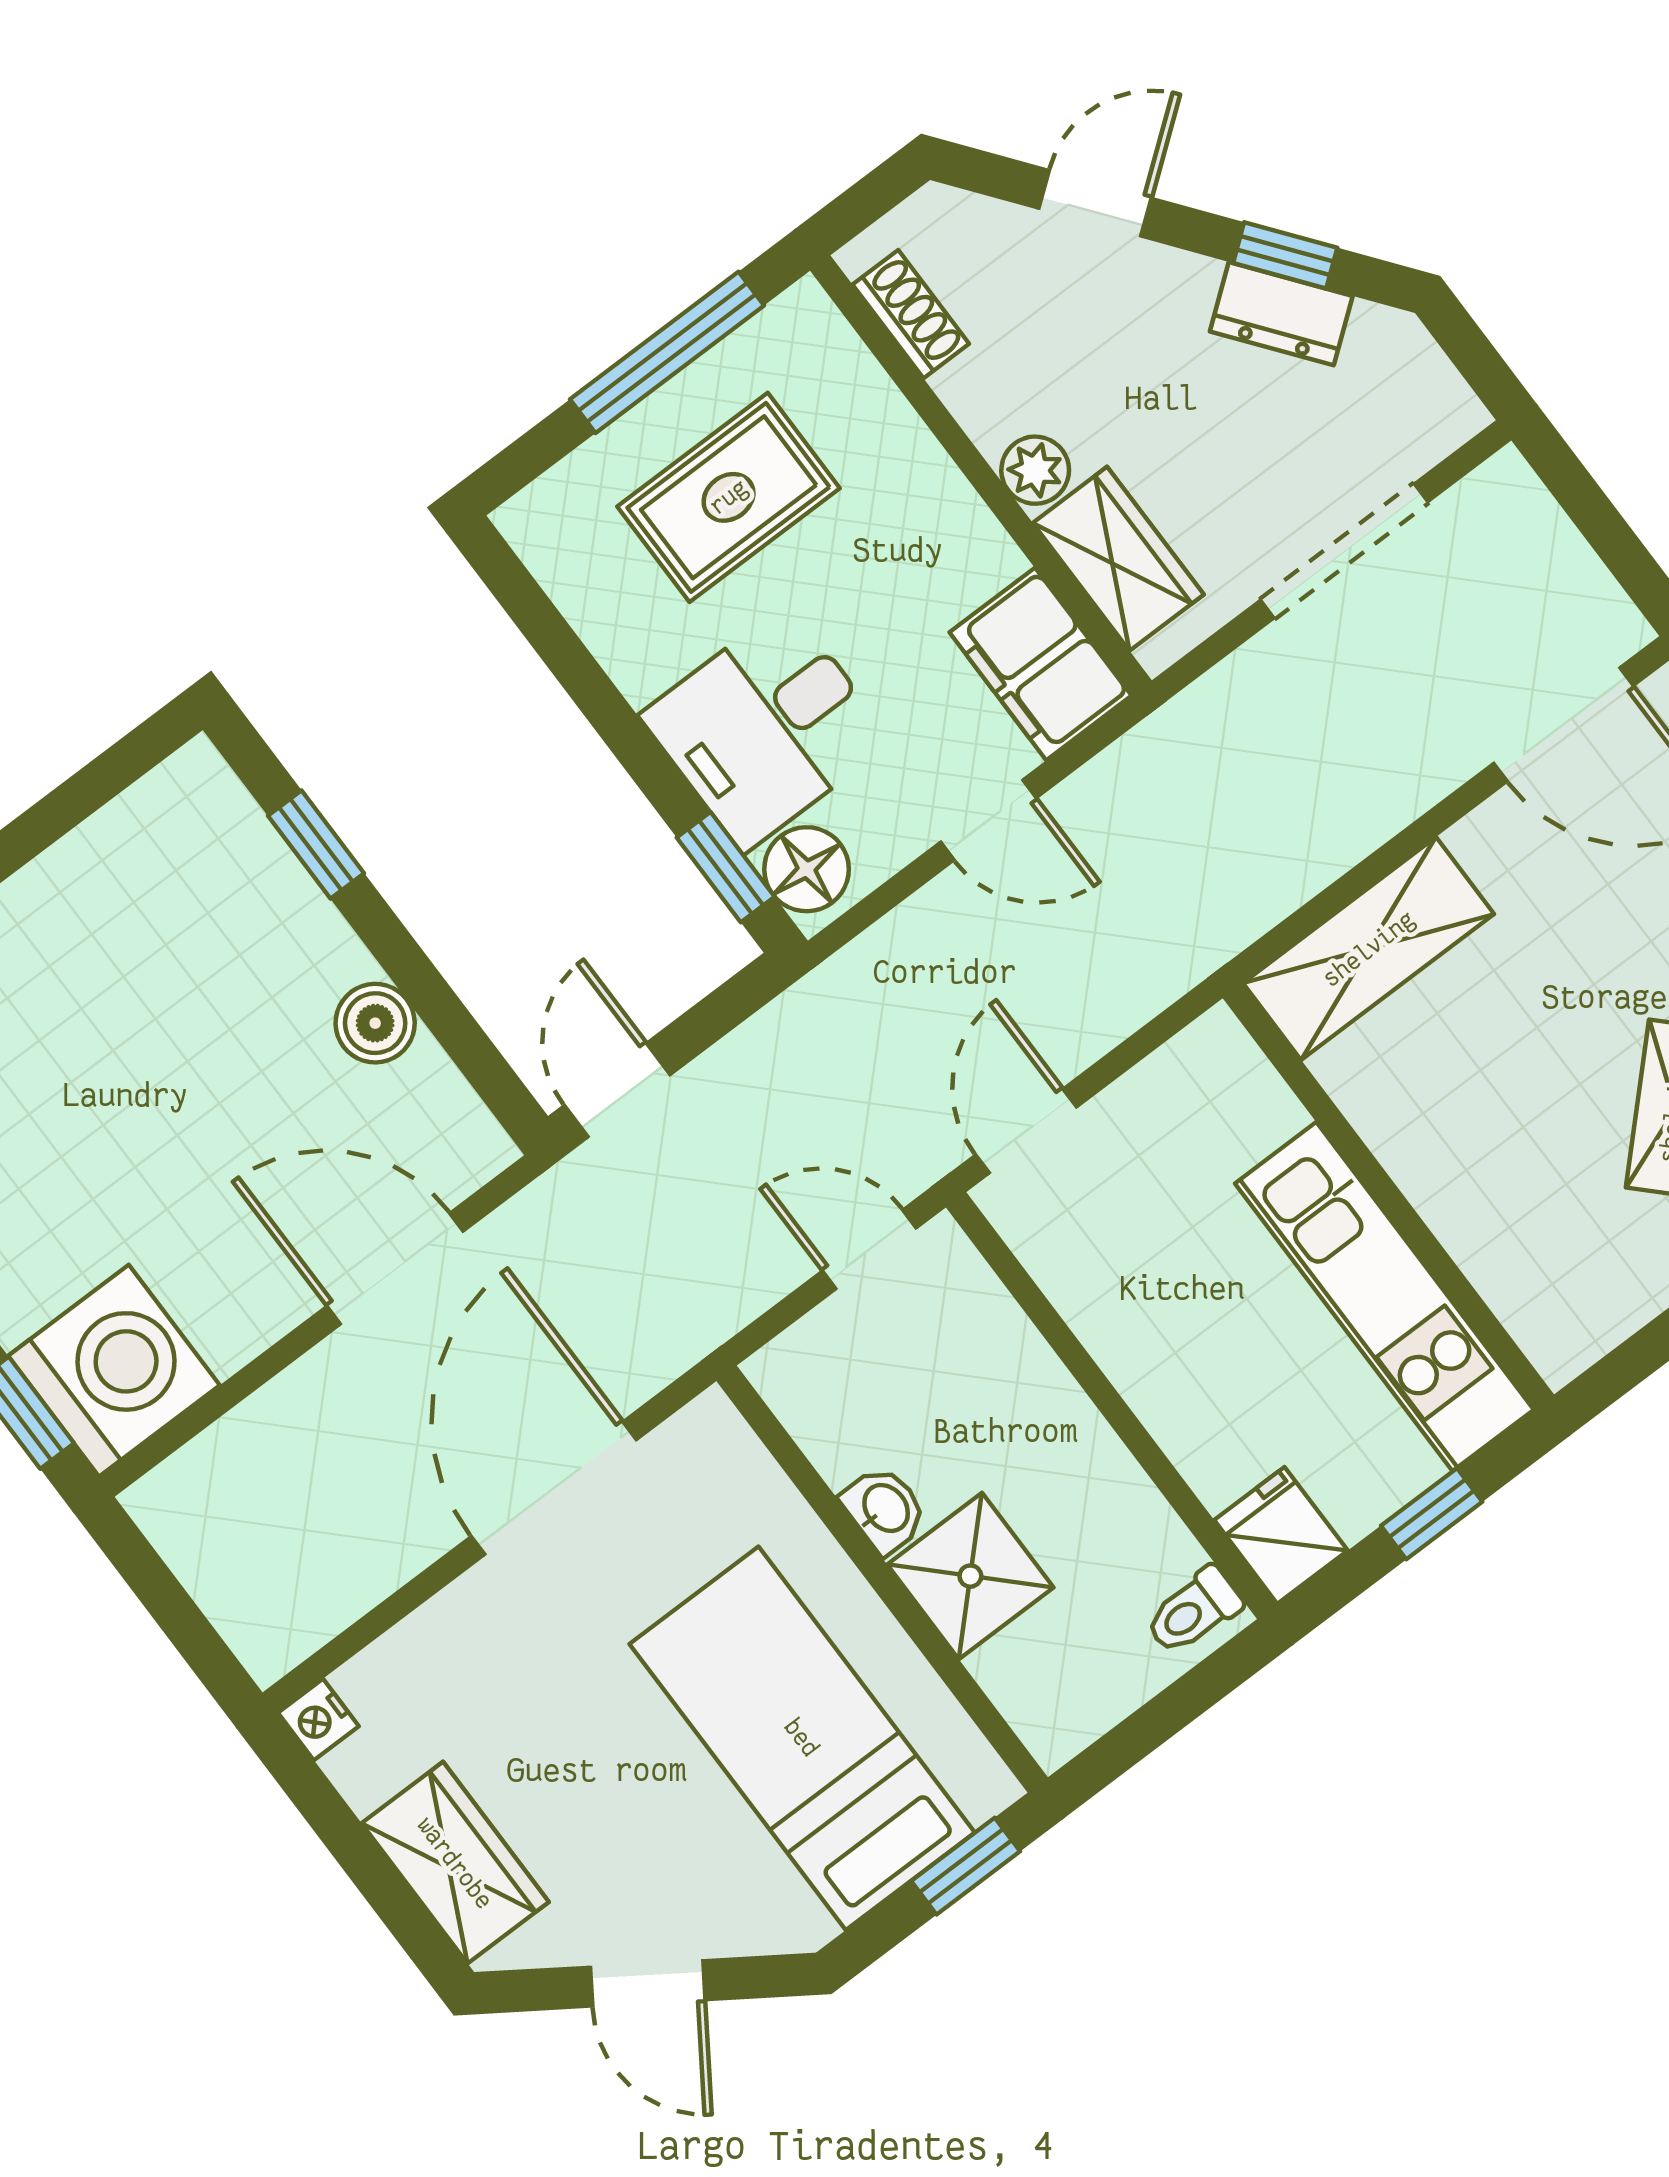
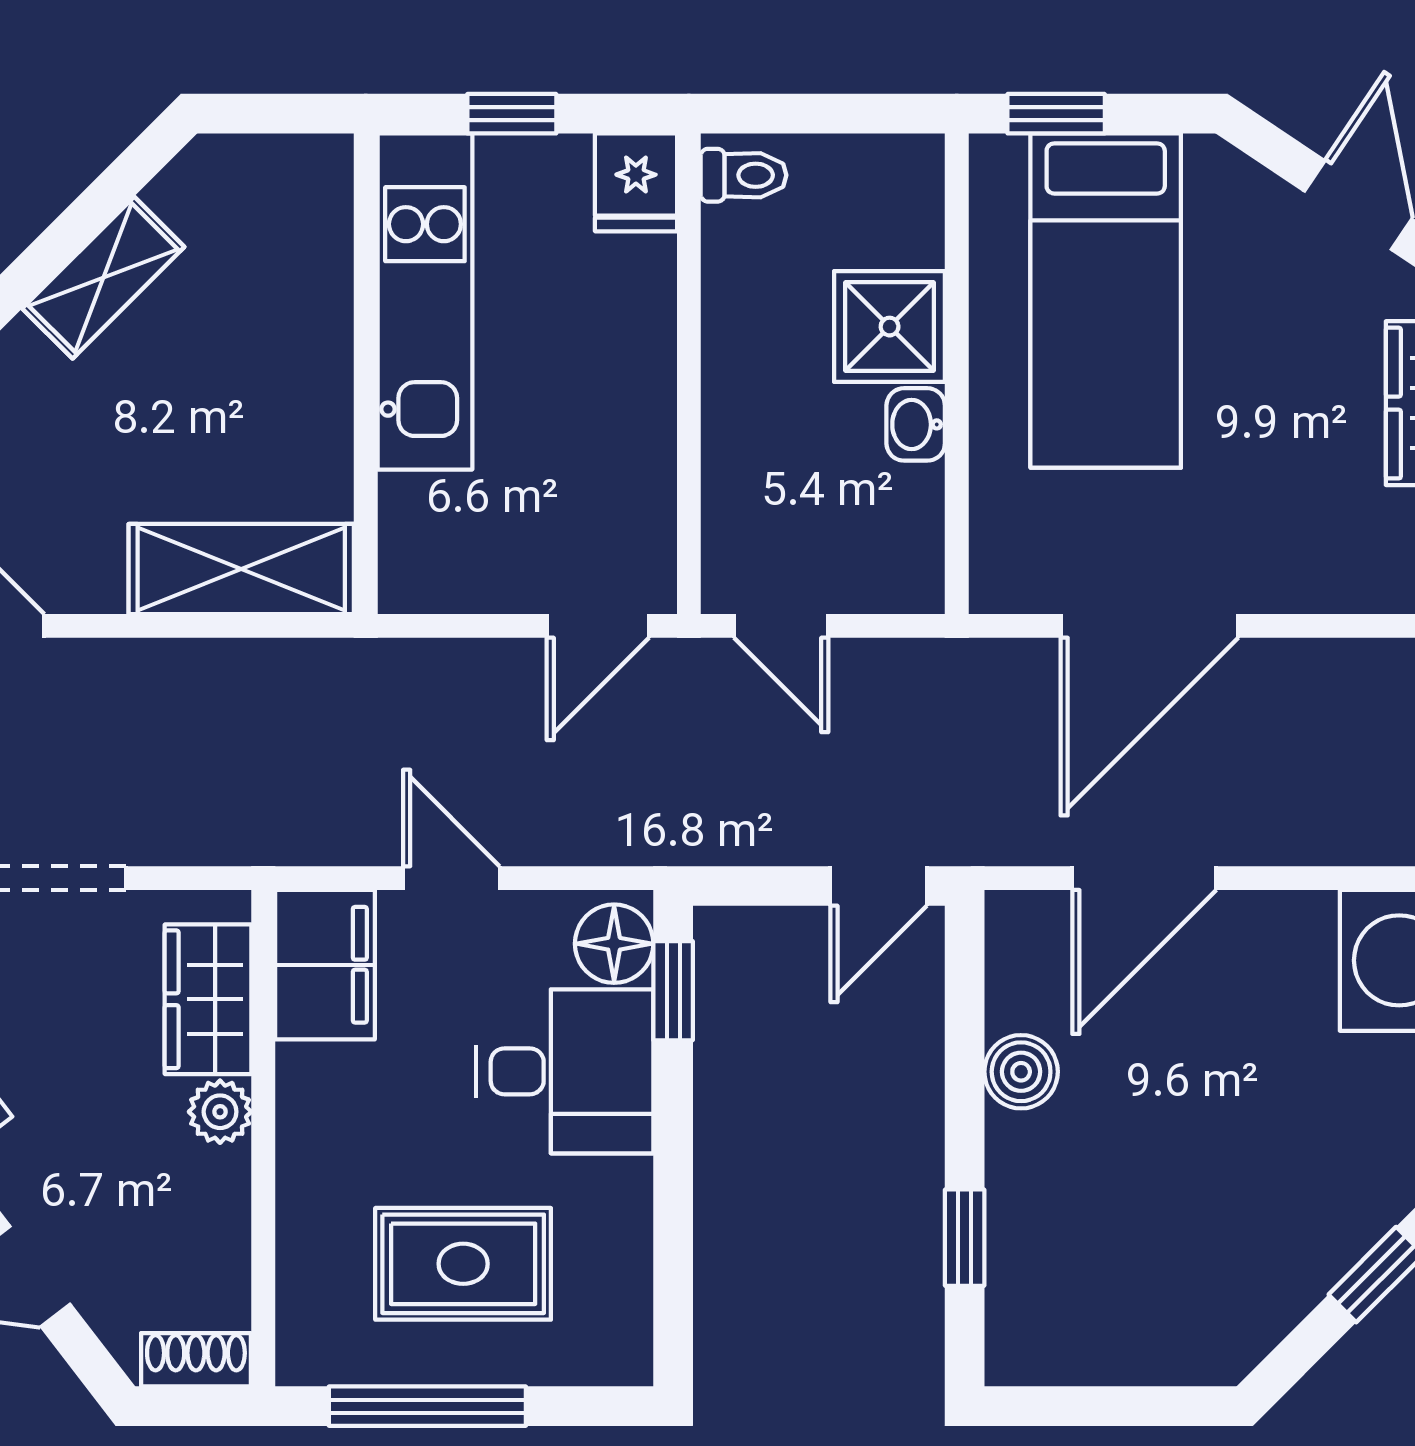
shoe rack: (911, 314) -> (196, 1360), moved, turned 90
door: (395, 1269) -> (1144, 878), hinge flipped

